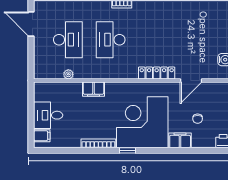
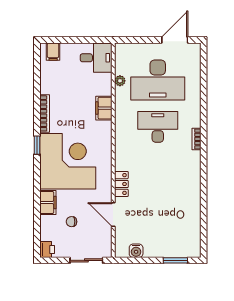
desk: (68, 40) -> (158, 80), width x1.36, depth x1.30
locker: (157, 73) -> (121, 184), width x0.66
desk: (48, 115) -> (96, 58), moved, turned 90

